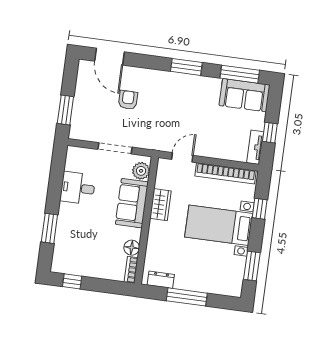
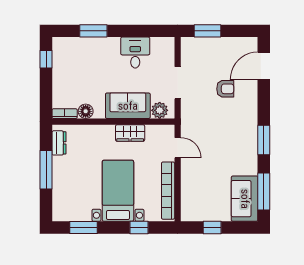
tv unit: (255, 147) -> (197, 215), removed

